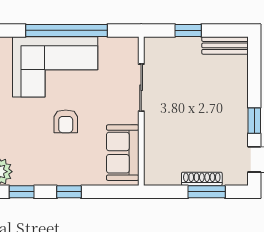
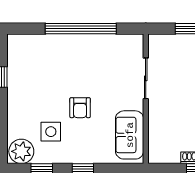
corner sofa: (55, 67) -> (71, 60), removed
side table: (32, 149) -> (51, 132), added

